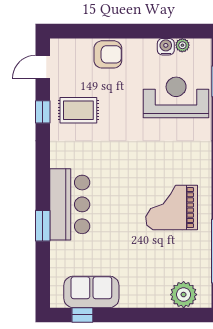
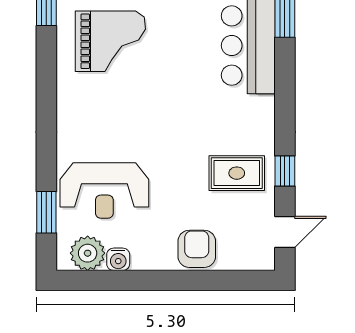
plant: (182, 45) -> (88, 253), width x1.88, depth x1.88
armchair: (108, 54) -> (197, 249), turned 90

